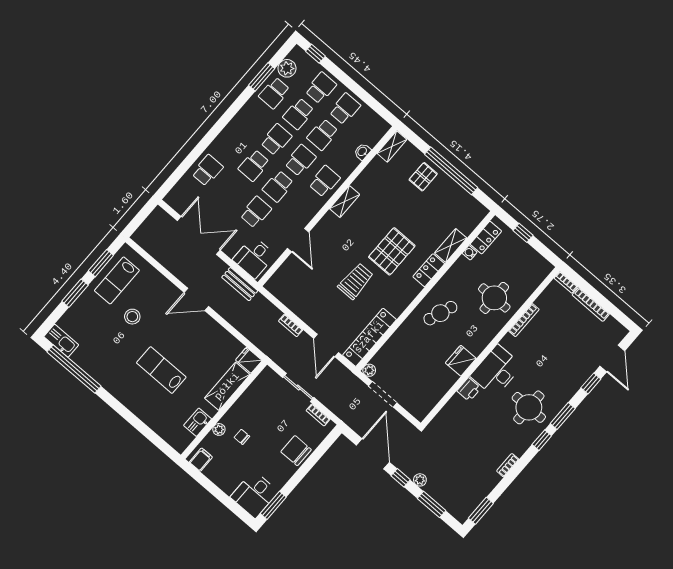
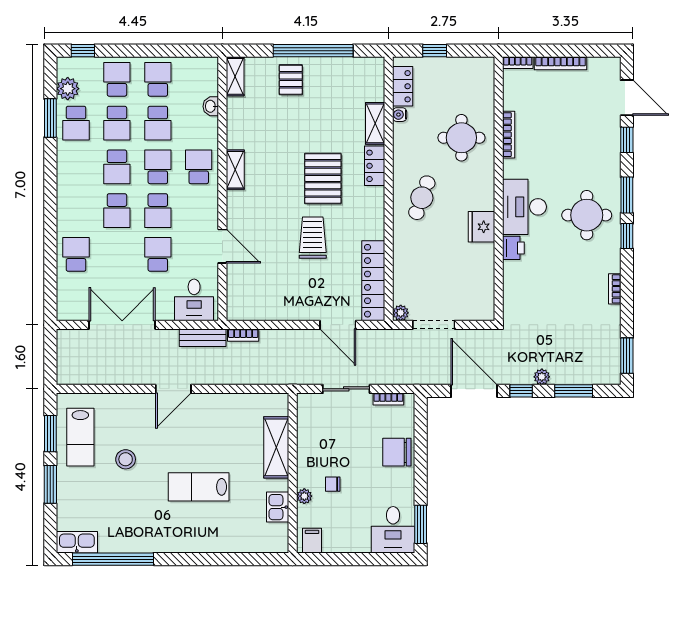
school desk: (276, 140) -> (117, 167), turned 180
bookcase: (291, 325) -> (243, 335), moved
fridge: (249, 360) -> (275, 404), removed

